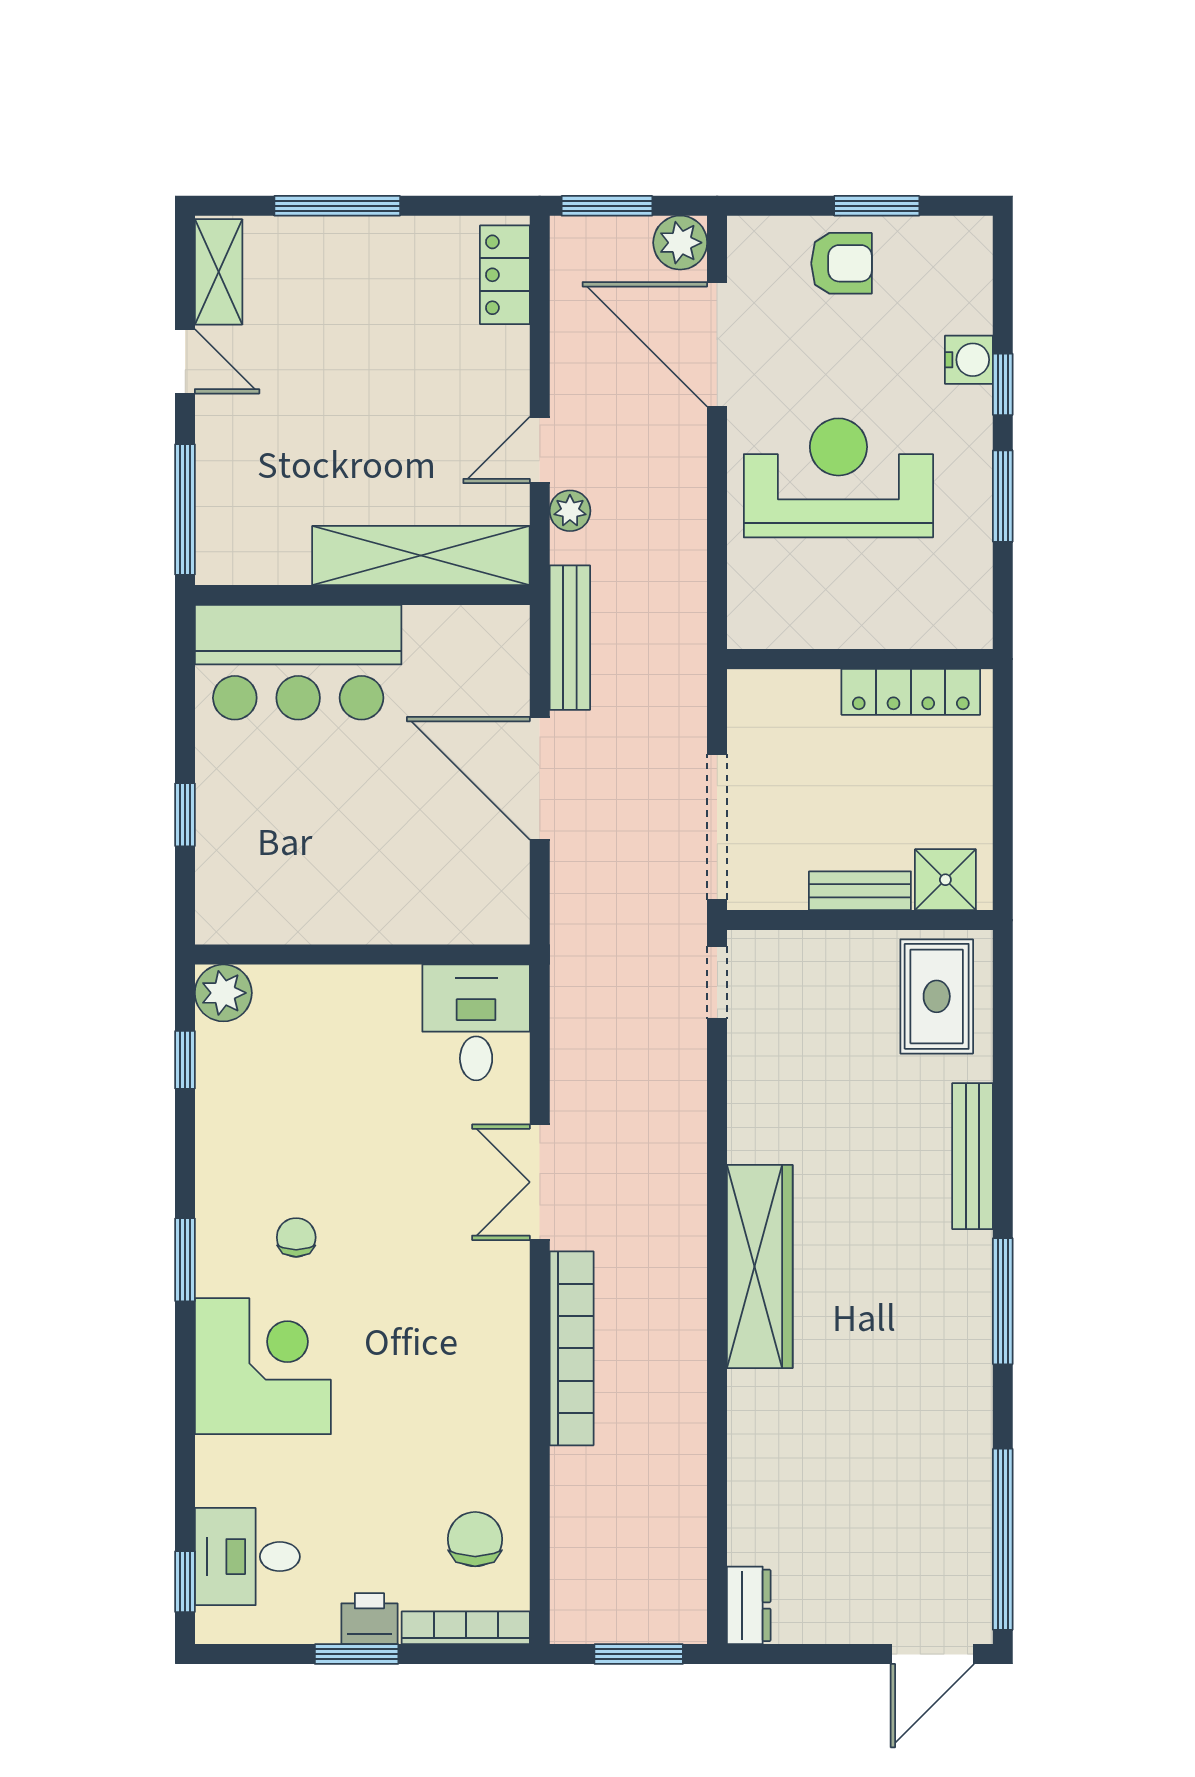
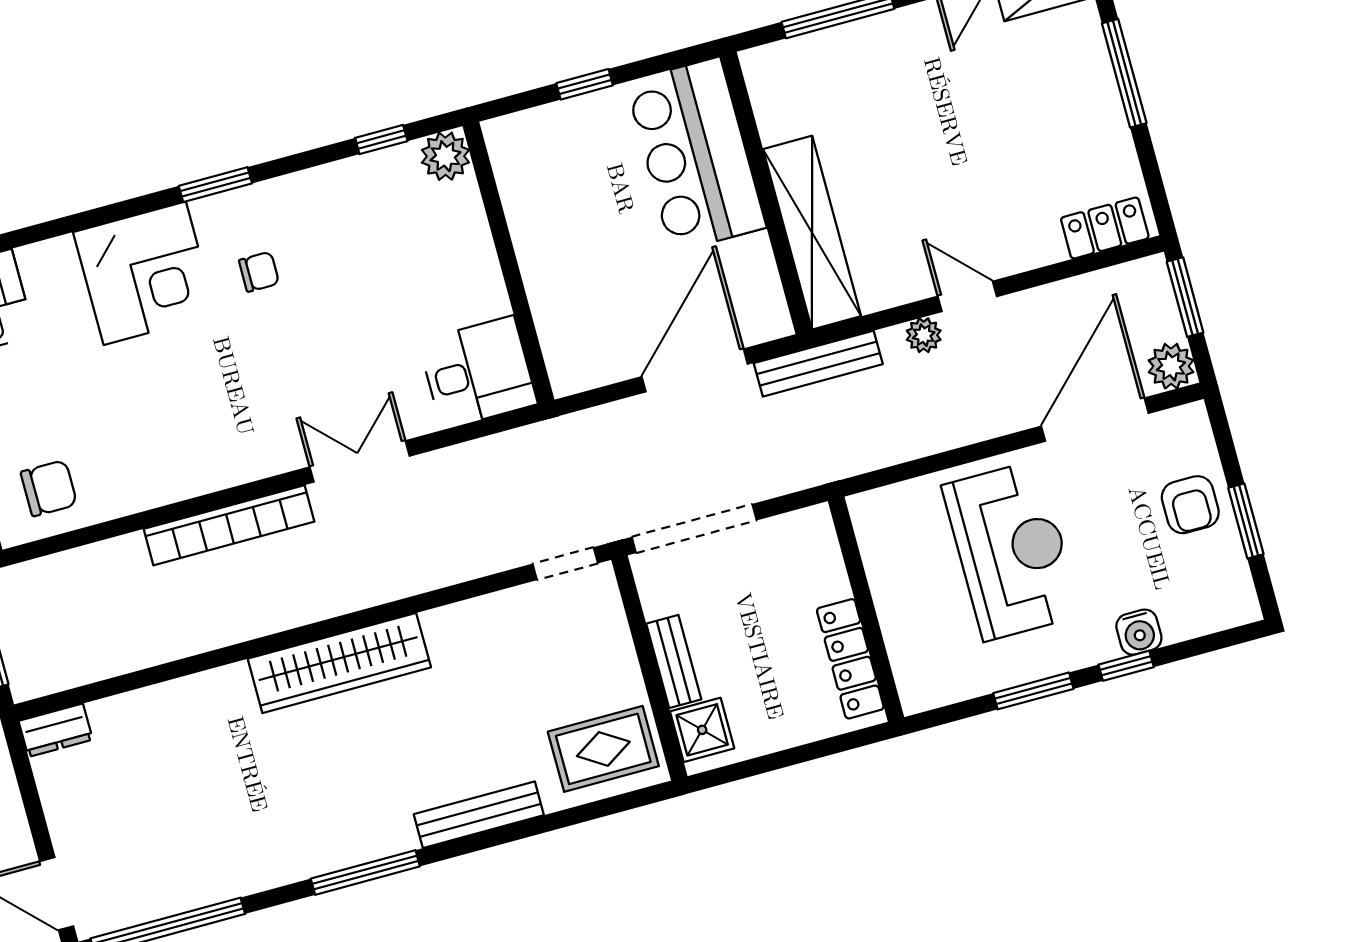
shelving: (421, 555) -> (812, 233), moved
wall: (362, 595) -> (766, 193), moved
bar counter: (298, 662) -> (696, 155), moved

